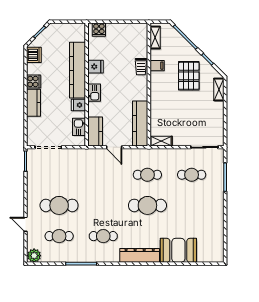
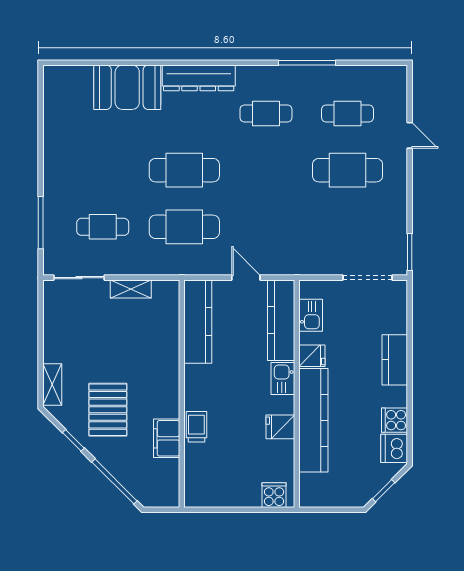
shelving: (155, 37) -> (170, 481), removed
filing cabinet: (157, 66) -> (167, 438), width x2.00
cooker: (34, 81) -> (394, 420), moved
kitchen counter: (95, 132) -> (281, 320), width x1.50
shelving: (161, 141) -> (131, 289), moved
cafe table: (147, 175) -> (184, 227), width x1.37, depth x1.35
plant: (34, 256) -> (394, 78), removed

